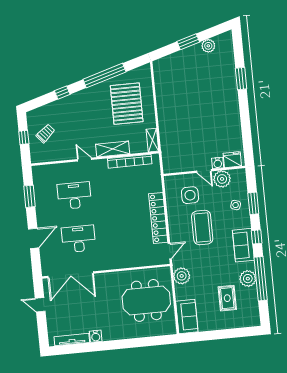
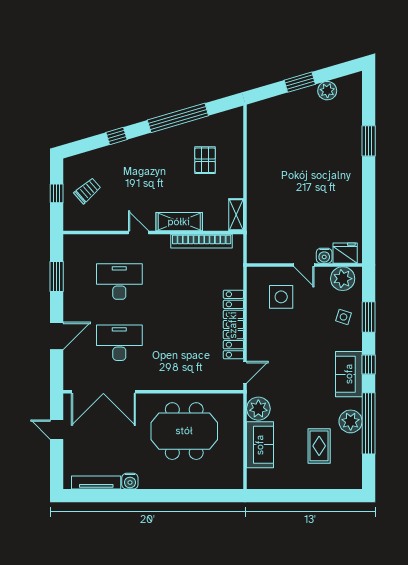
pallet: (127, 104) -> (205, 160), width x0.49, depth x0.50
plant: (222, 179) -> (343, 279), moved
coffee table: (202, 228) -> (294, 344), removed
meeting table: (146, 300) -> (184, 431), moved
sofa: (187, 316) -> (260, 445), moved

